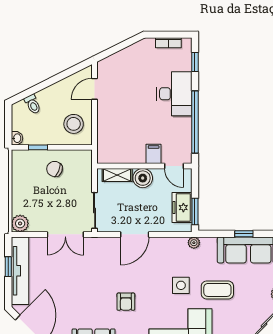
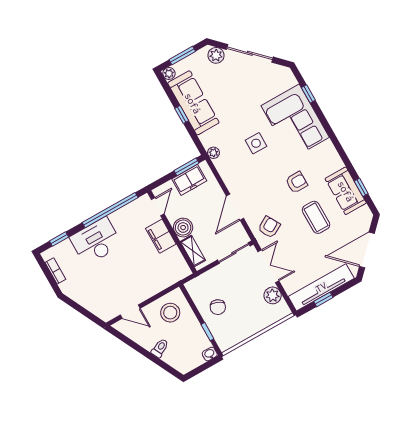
toilet: (33, 104) -> (160, 348), moved
filing cabinet: (154, 154) -> (161, 236), width x2.00
plant: (20, 223) -> (273, 295), moved
door: (135, 234) -> (235, 207), swing flipped
armchair: (100, 255) -> (269, 227), added
coffee table: (217, 290) -> (316, 217), moved

